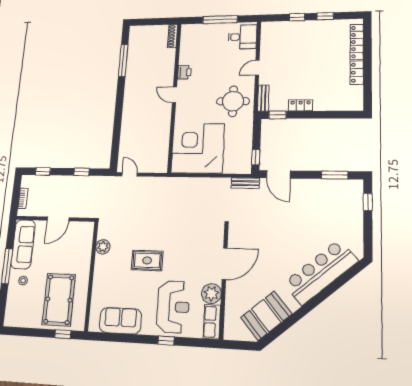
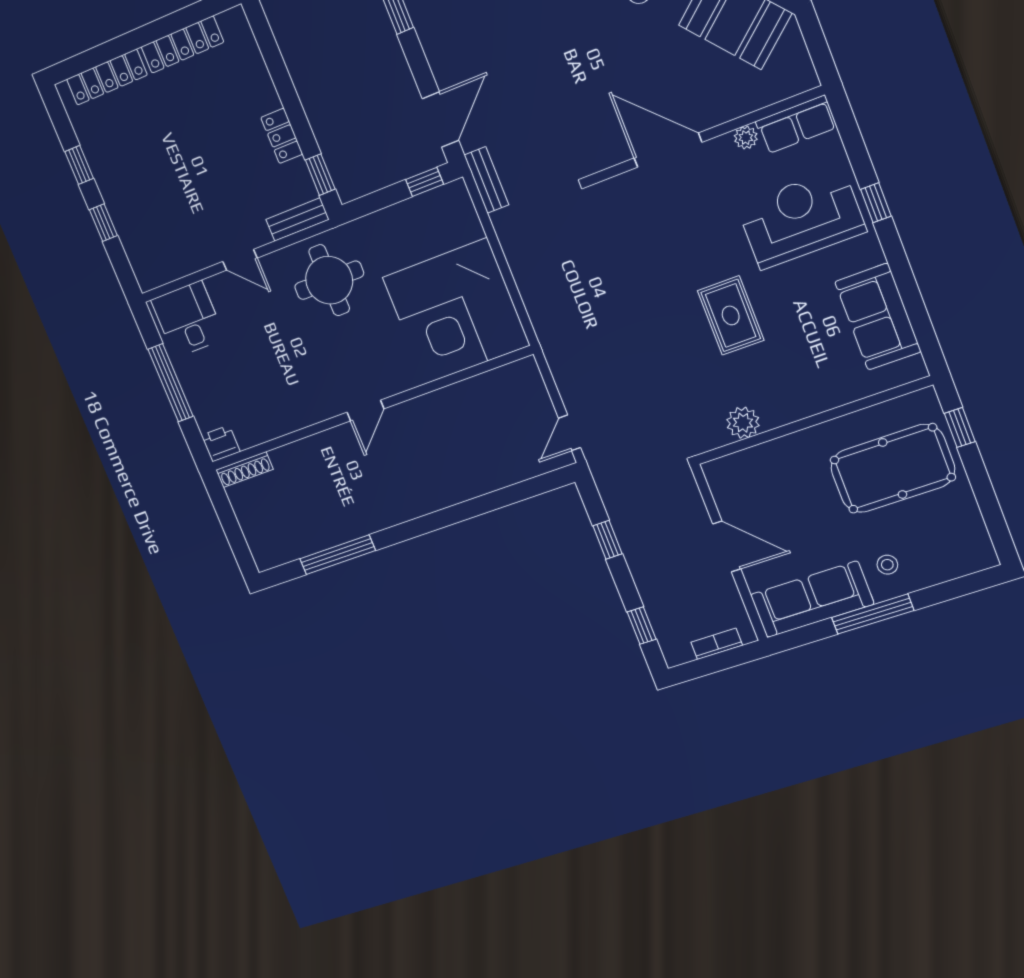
printer: (184, 72) -> (221, 443), moved
locker: (357, 73) -> (182, 44), width x1.53
plant: (211, 294) -> (746, 138), width x0.53, depth x0.53

